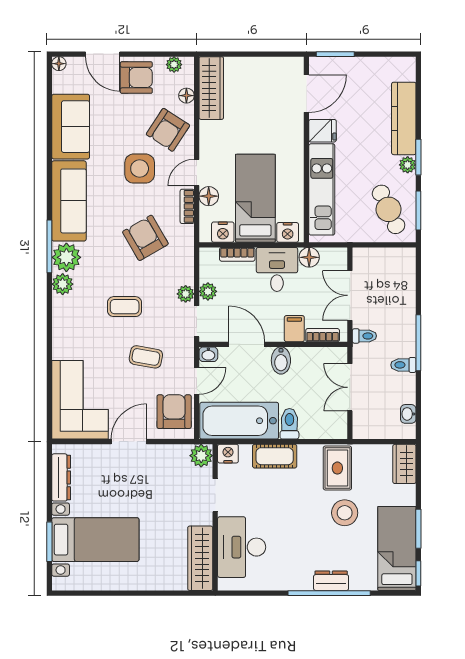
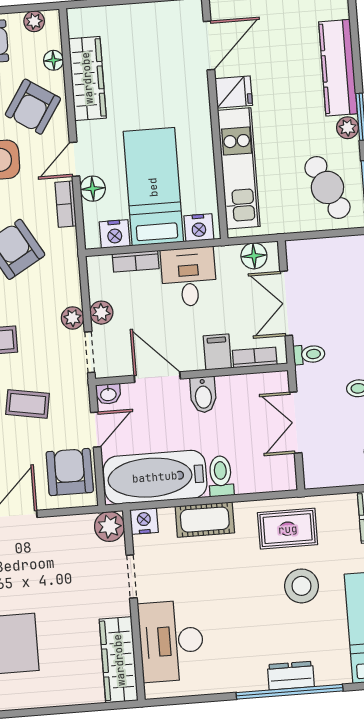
wardrobe: (211, 88) -> (87, 78), moved
floor lamp: (309, 257) -> (254, 256), moved
rug: (337, 468) -> (288, 529), turned 90

